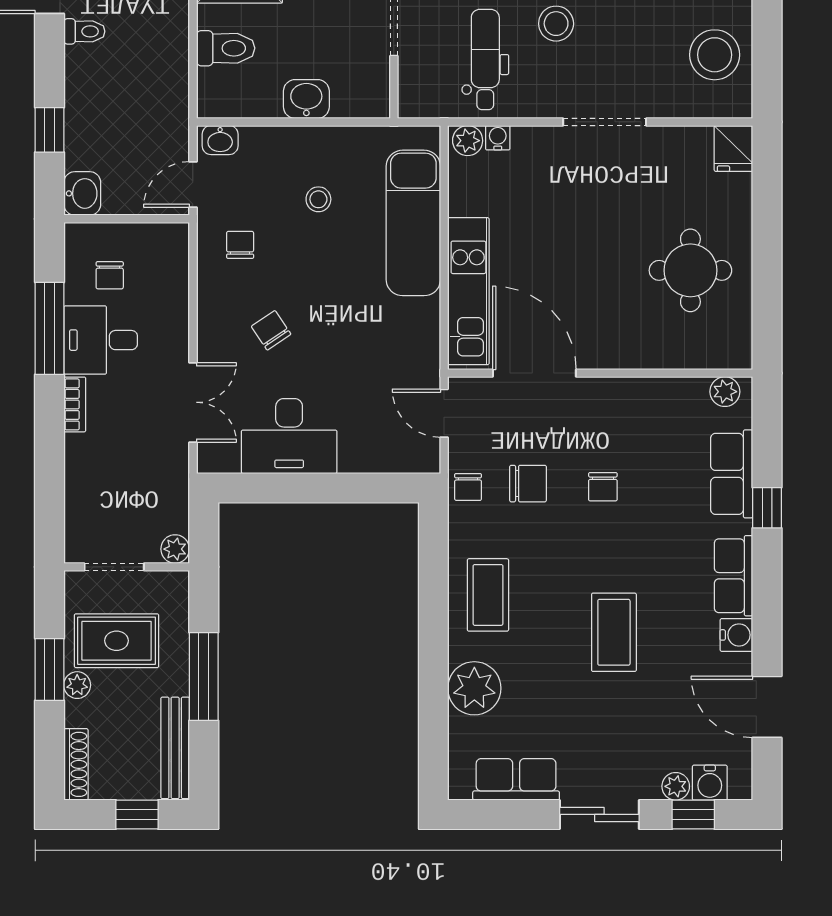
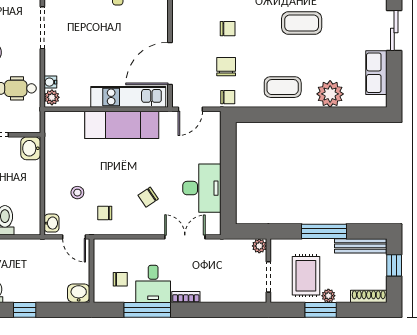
washbasin: (306, 99) -> (31, 148), moved
window: (49, 130) -> (25, 310), moved
stool: (318, 199) -> (77, 193), moved
exam couch: (413, 223) -> (122, 125), moved

